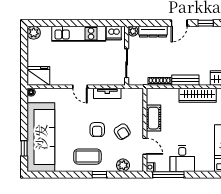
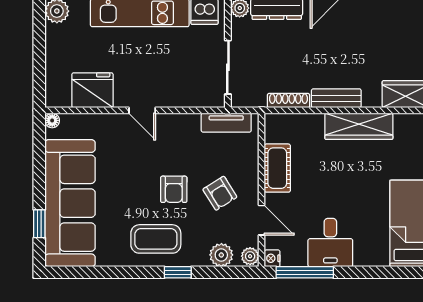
fridge: (38, 76) -> (92, 90), moved
tv unit: (107, 93) -> (226, 123), moved
plant: (139, 166) -> (250, 256), added

